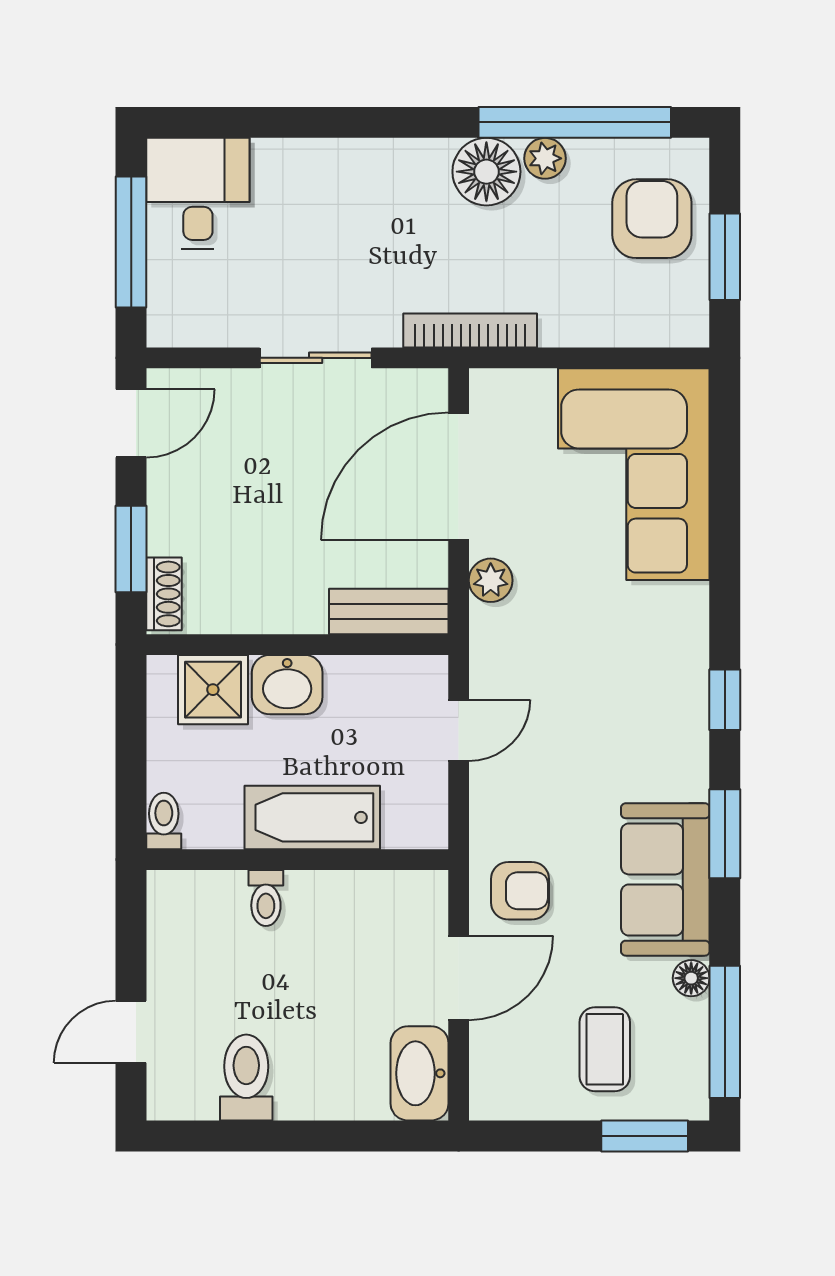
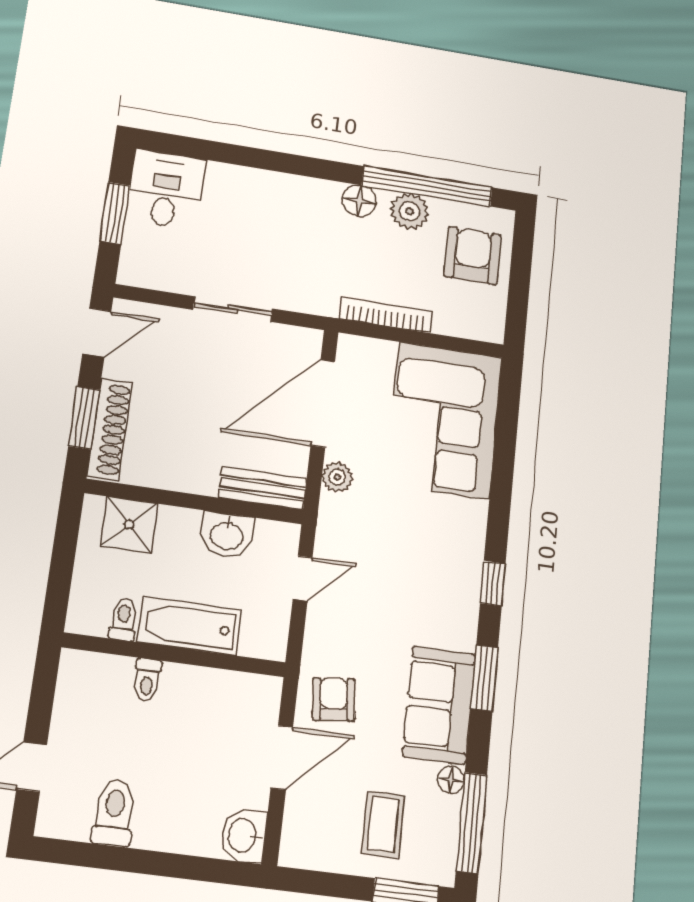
plant: (545, 158) -> (410, 211), width x1.38, depth x1.38
floor lamp: (486, 172) -> (359, 201), width x0.73, depth x0.73
window: (131, 242) -> (115, 213), width x0.69
window: (725, 257) -> (519, 288), removed
bookcase: (470, 331) -> (386, 315), moved
shoe rack: (164, 594) -> (110, 429), width x1.94, depth x1.24
washbasin: (287, 685) -> (227, 535), moved
toilet: (164, 821) -> (123, 619), moved
armchair: (520, 891) -> (334, 699), turned -96
washbasin: (420, 1073) -> (243, 836), width x0.72

